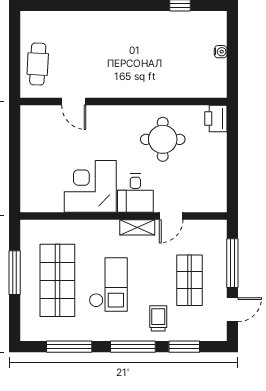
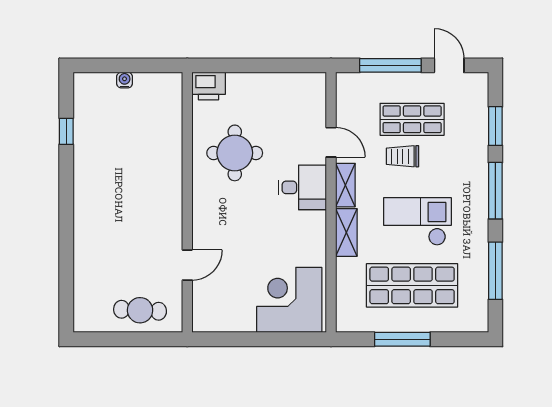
corner desk: (90, 186) -> (289, 300), moved, turned 90
shelving: (100, 228) -> (346, 232), added
trolley: (158, 318) -> (402, 156), moved

